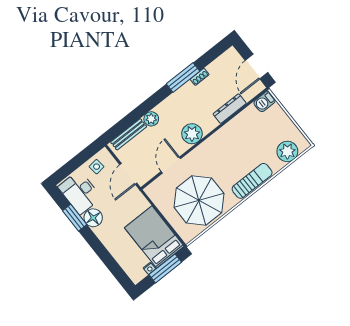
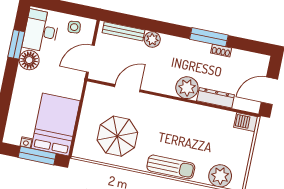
plant: (192, 134) -> (187, 88), moved
parasol: (199, 200) -> (117, 136), width x0.73, depth x0.73

